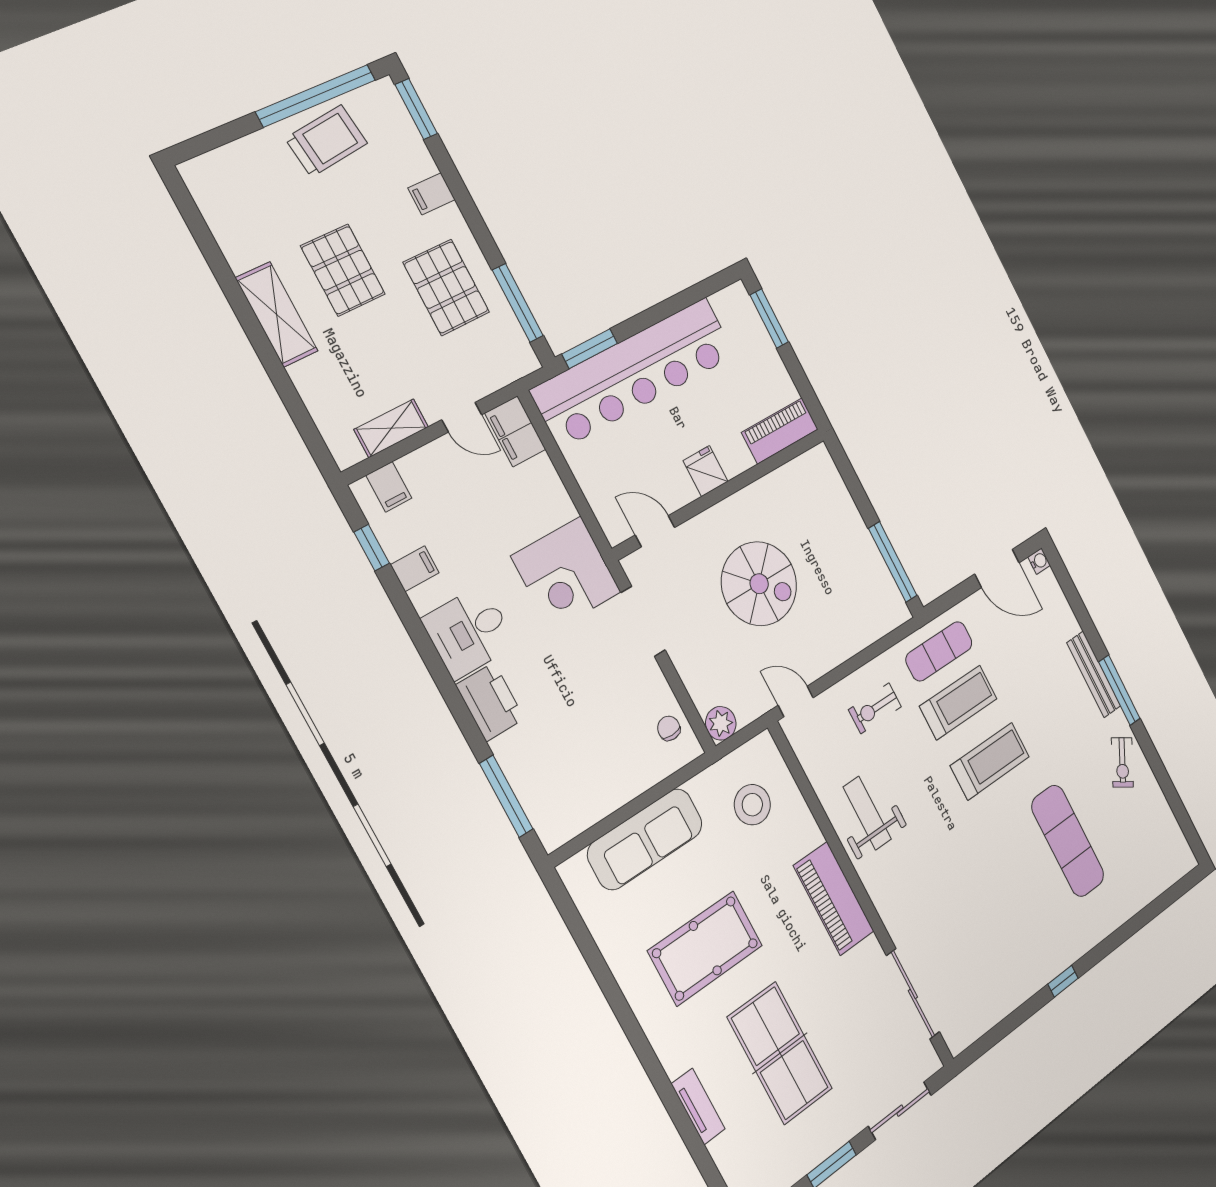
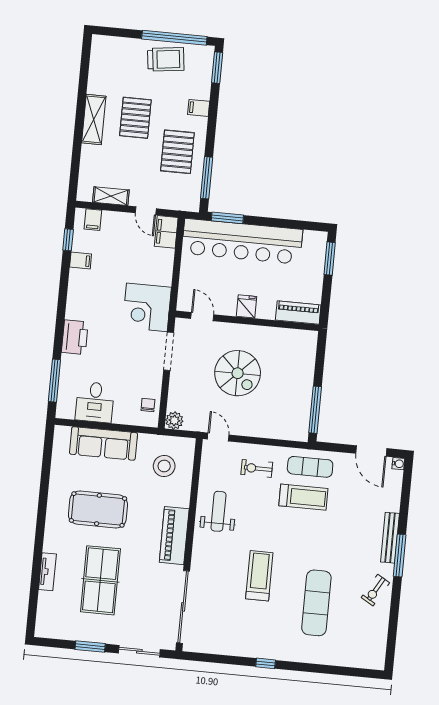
desk: (469, 632) -> (95, 402), moved, turned -90
treadmill: (990, 761) -> (259, 576), moved, turned -90
sliding door: (913, 994) -> (183, 607), width x1.36

